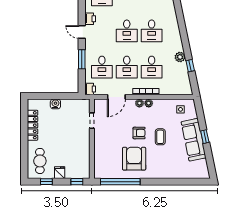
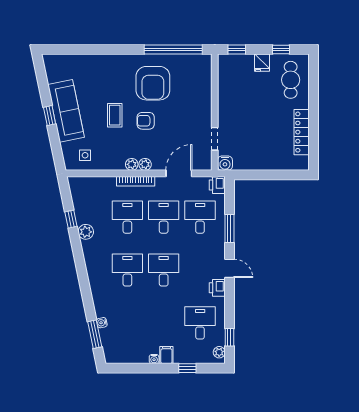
water cooler: (55, 104) -> (225, 163), moved

